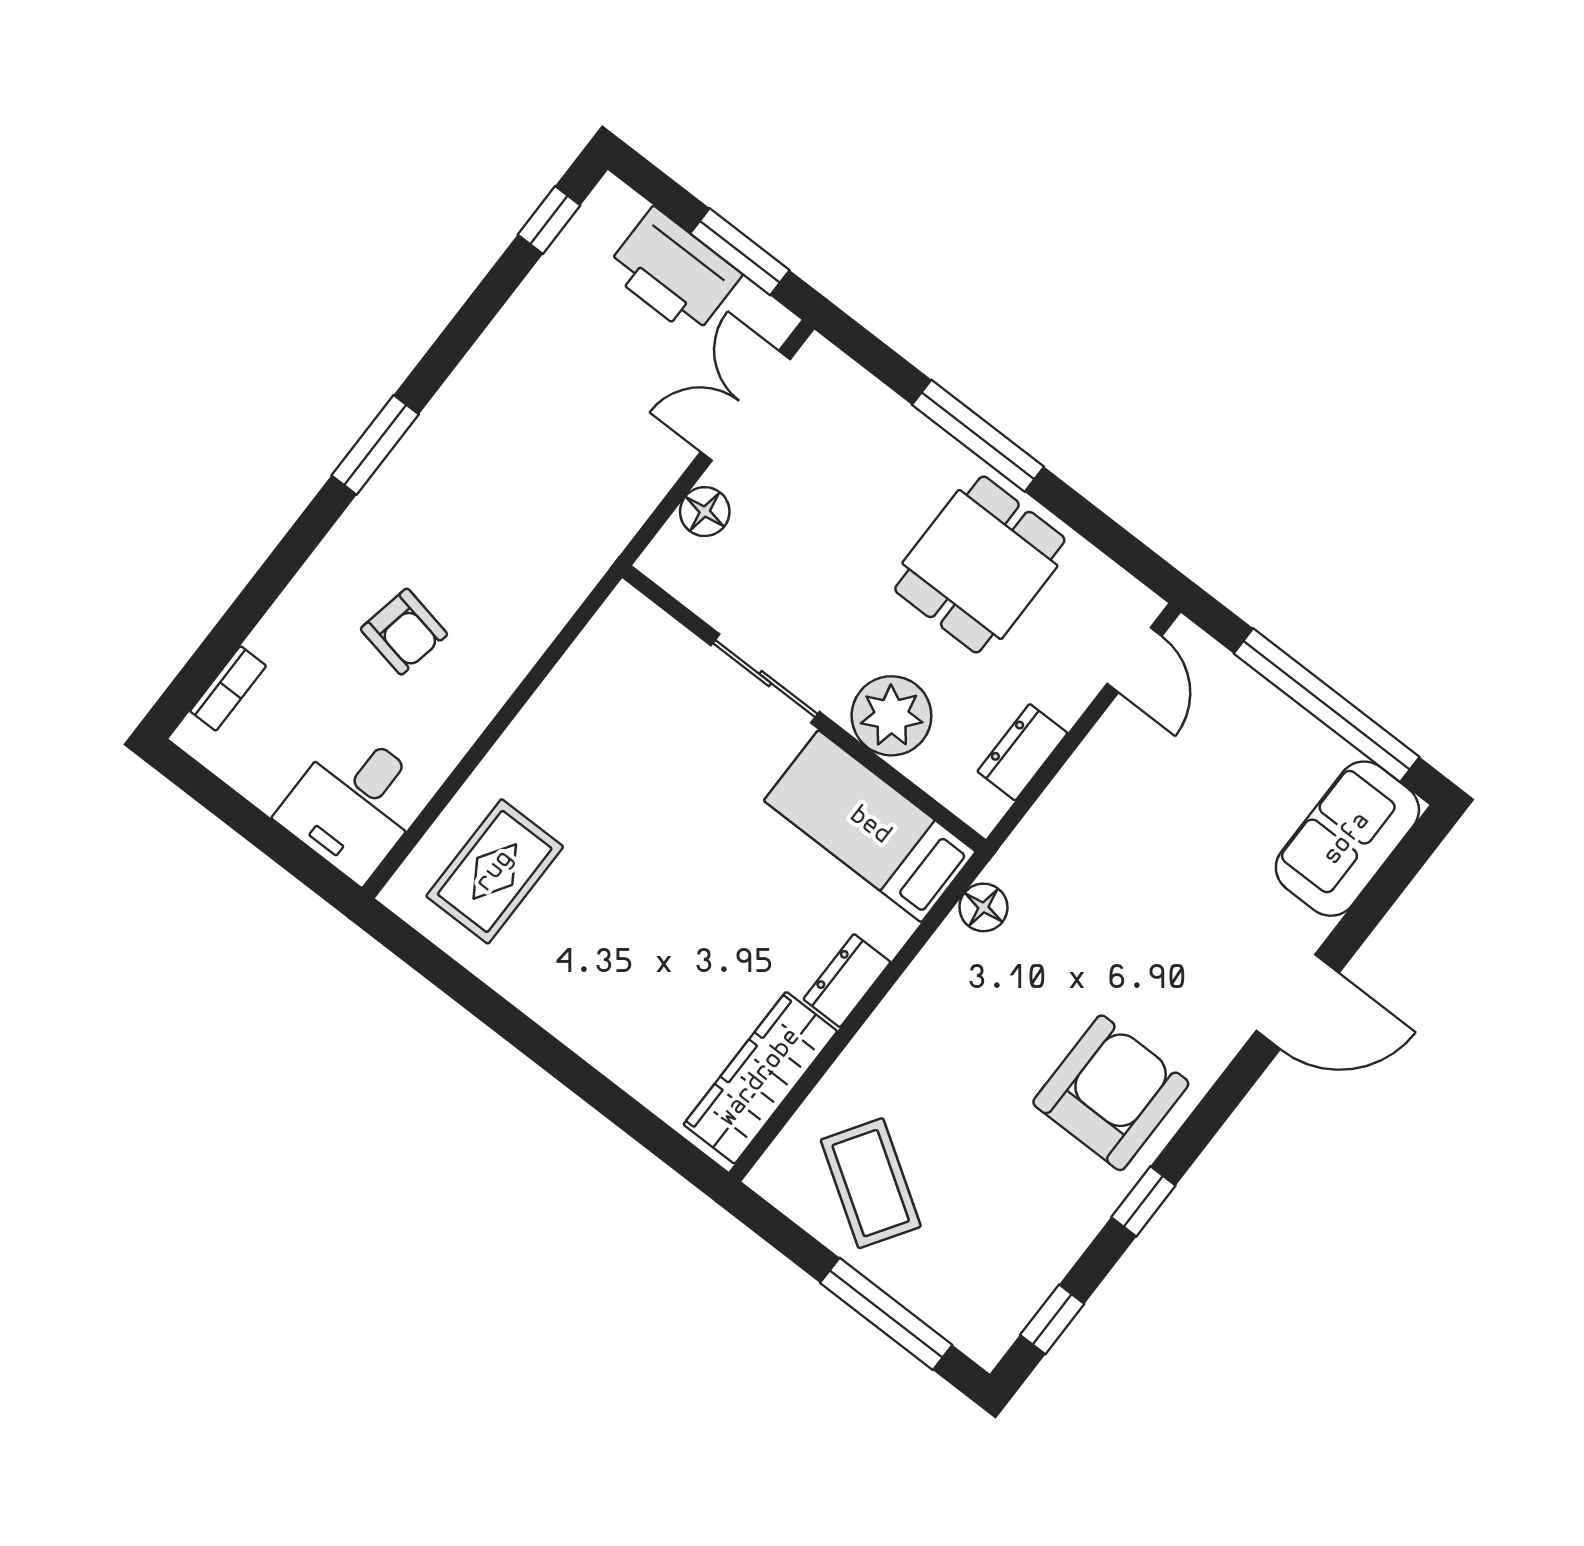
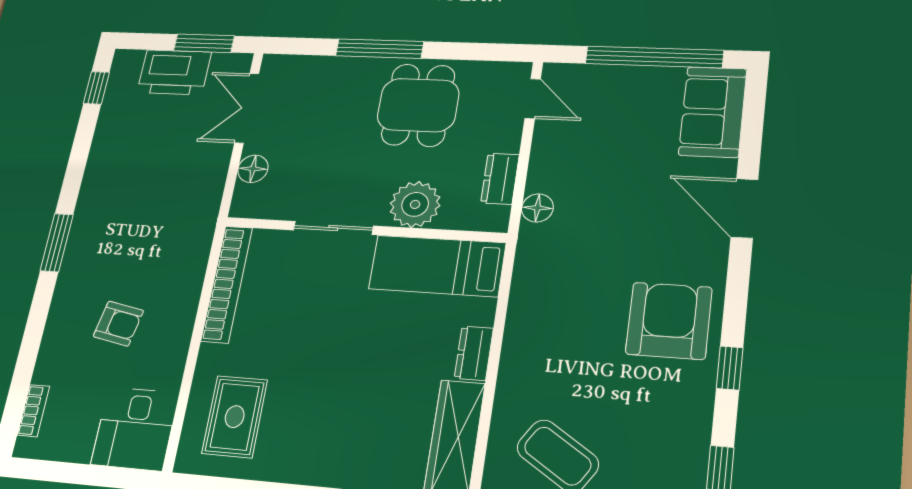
bookcase: (580, 669) -> (227, 284), added
floor lamp: (983, 907) -> (537, 208), moved
door: (1298, 1002) -> (745, 208), swing flipped

